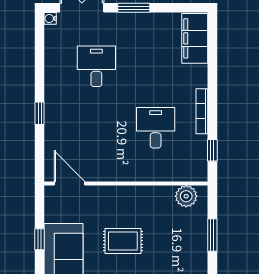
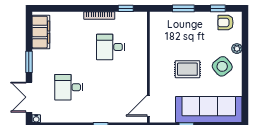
filing cabinet: (195, 38) -> (41, 32), moved, turned -90
plant: (186, 196) -> (157, 26), removed
rug: (123, 241) -> (187, 69), turned 90

